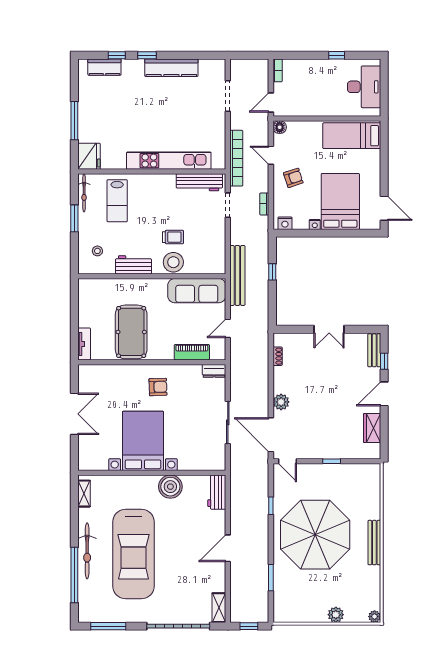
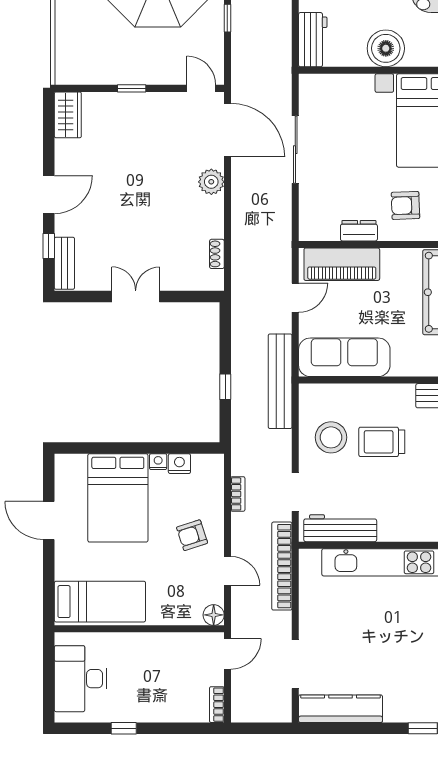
kitchen counter: (171, 68) -> (341, 709), moved
door: (384, 208) -> (49, 521), moved
nightstand: (285, 223) -> (179, 464), moved
trolley: (173, 237) -> (382, 442), width x1.36, depth x1.39
stool: (173, 262) -> (331, 437), moved
piano: (192, 352) -> (342, 264), width x1.37, depth x1.33
dresser: (214, 371) -> (359, 231), moved
wardrobe: (372, 428) -> (68, 115), moved

